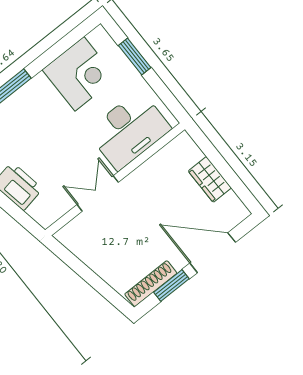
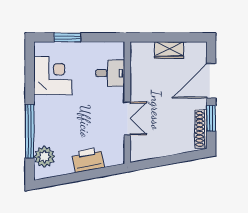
desk: (129, 130) -> (110, 73), width x0.53, depth x0.77
double door: (98, 193) -> (127, 118), swing flipped

